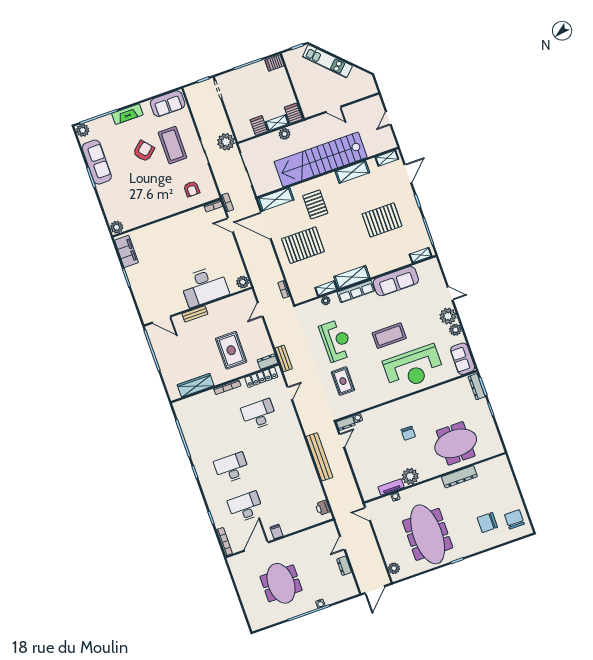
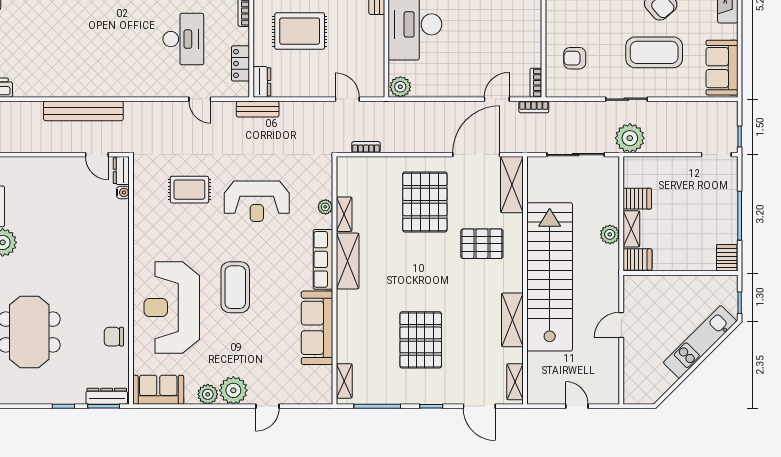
locker: (261, 377) -> (241, 63), width x0.66
chair: (408, 433) -> (114, 337), moved

